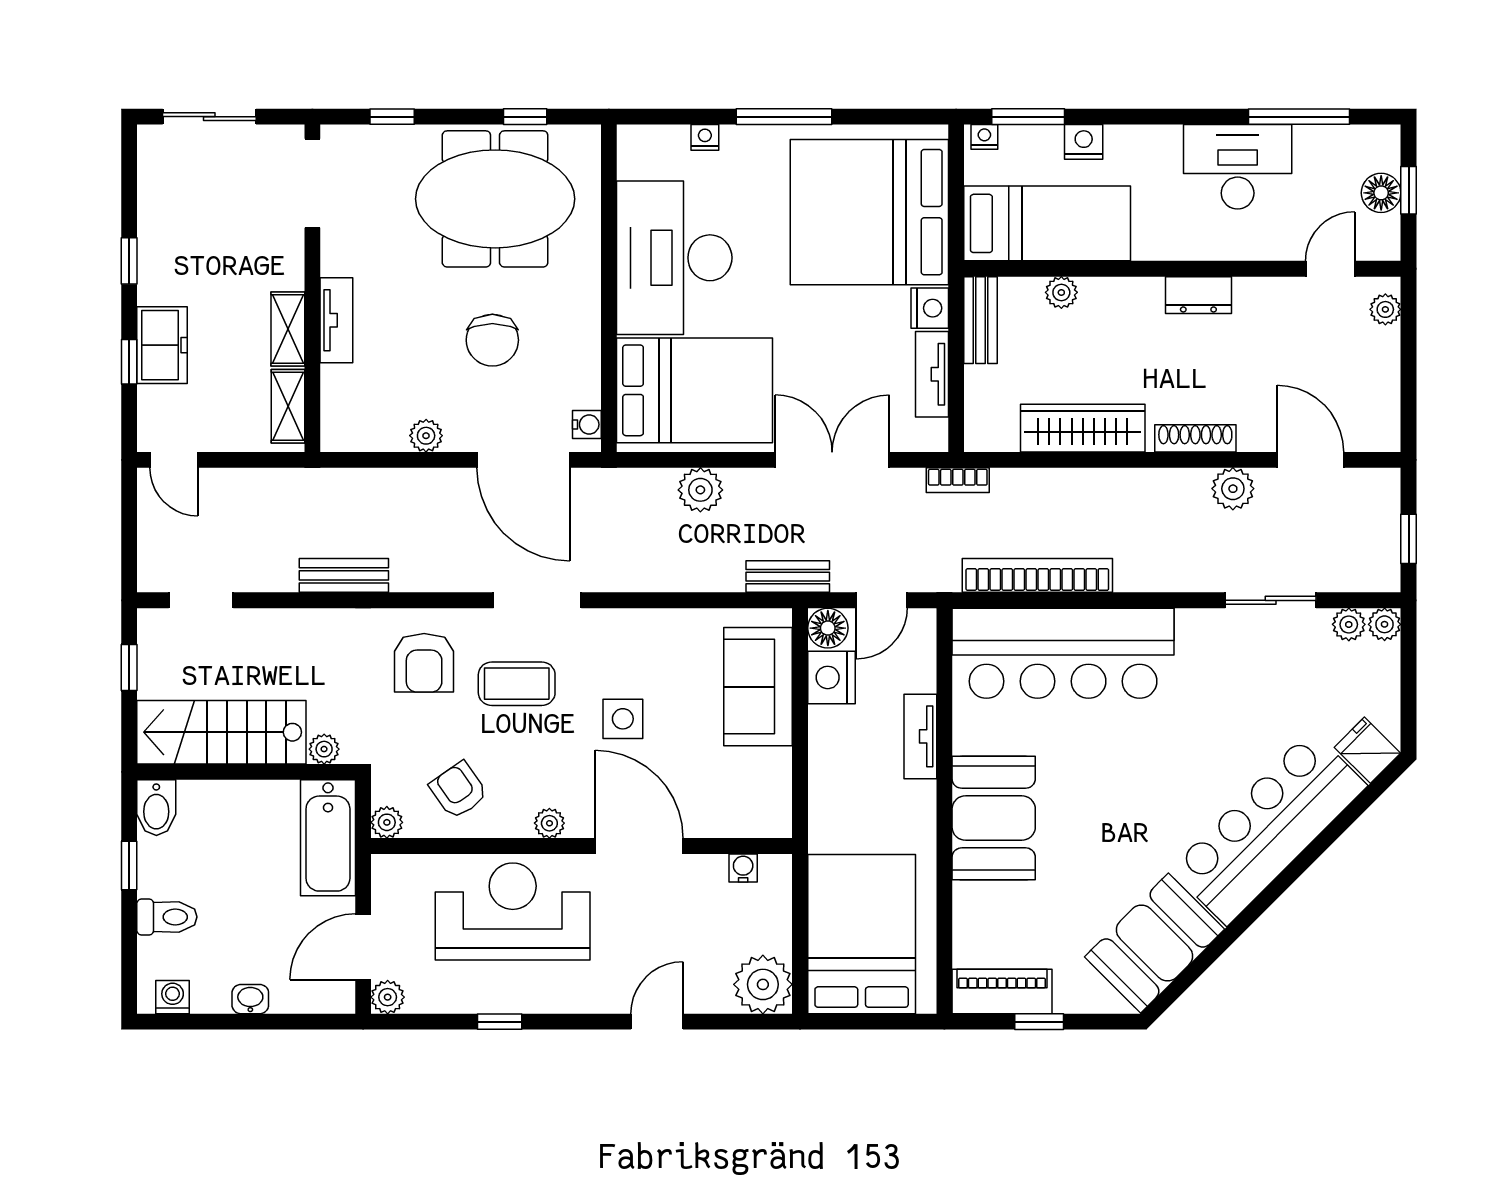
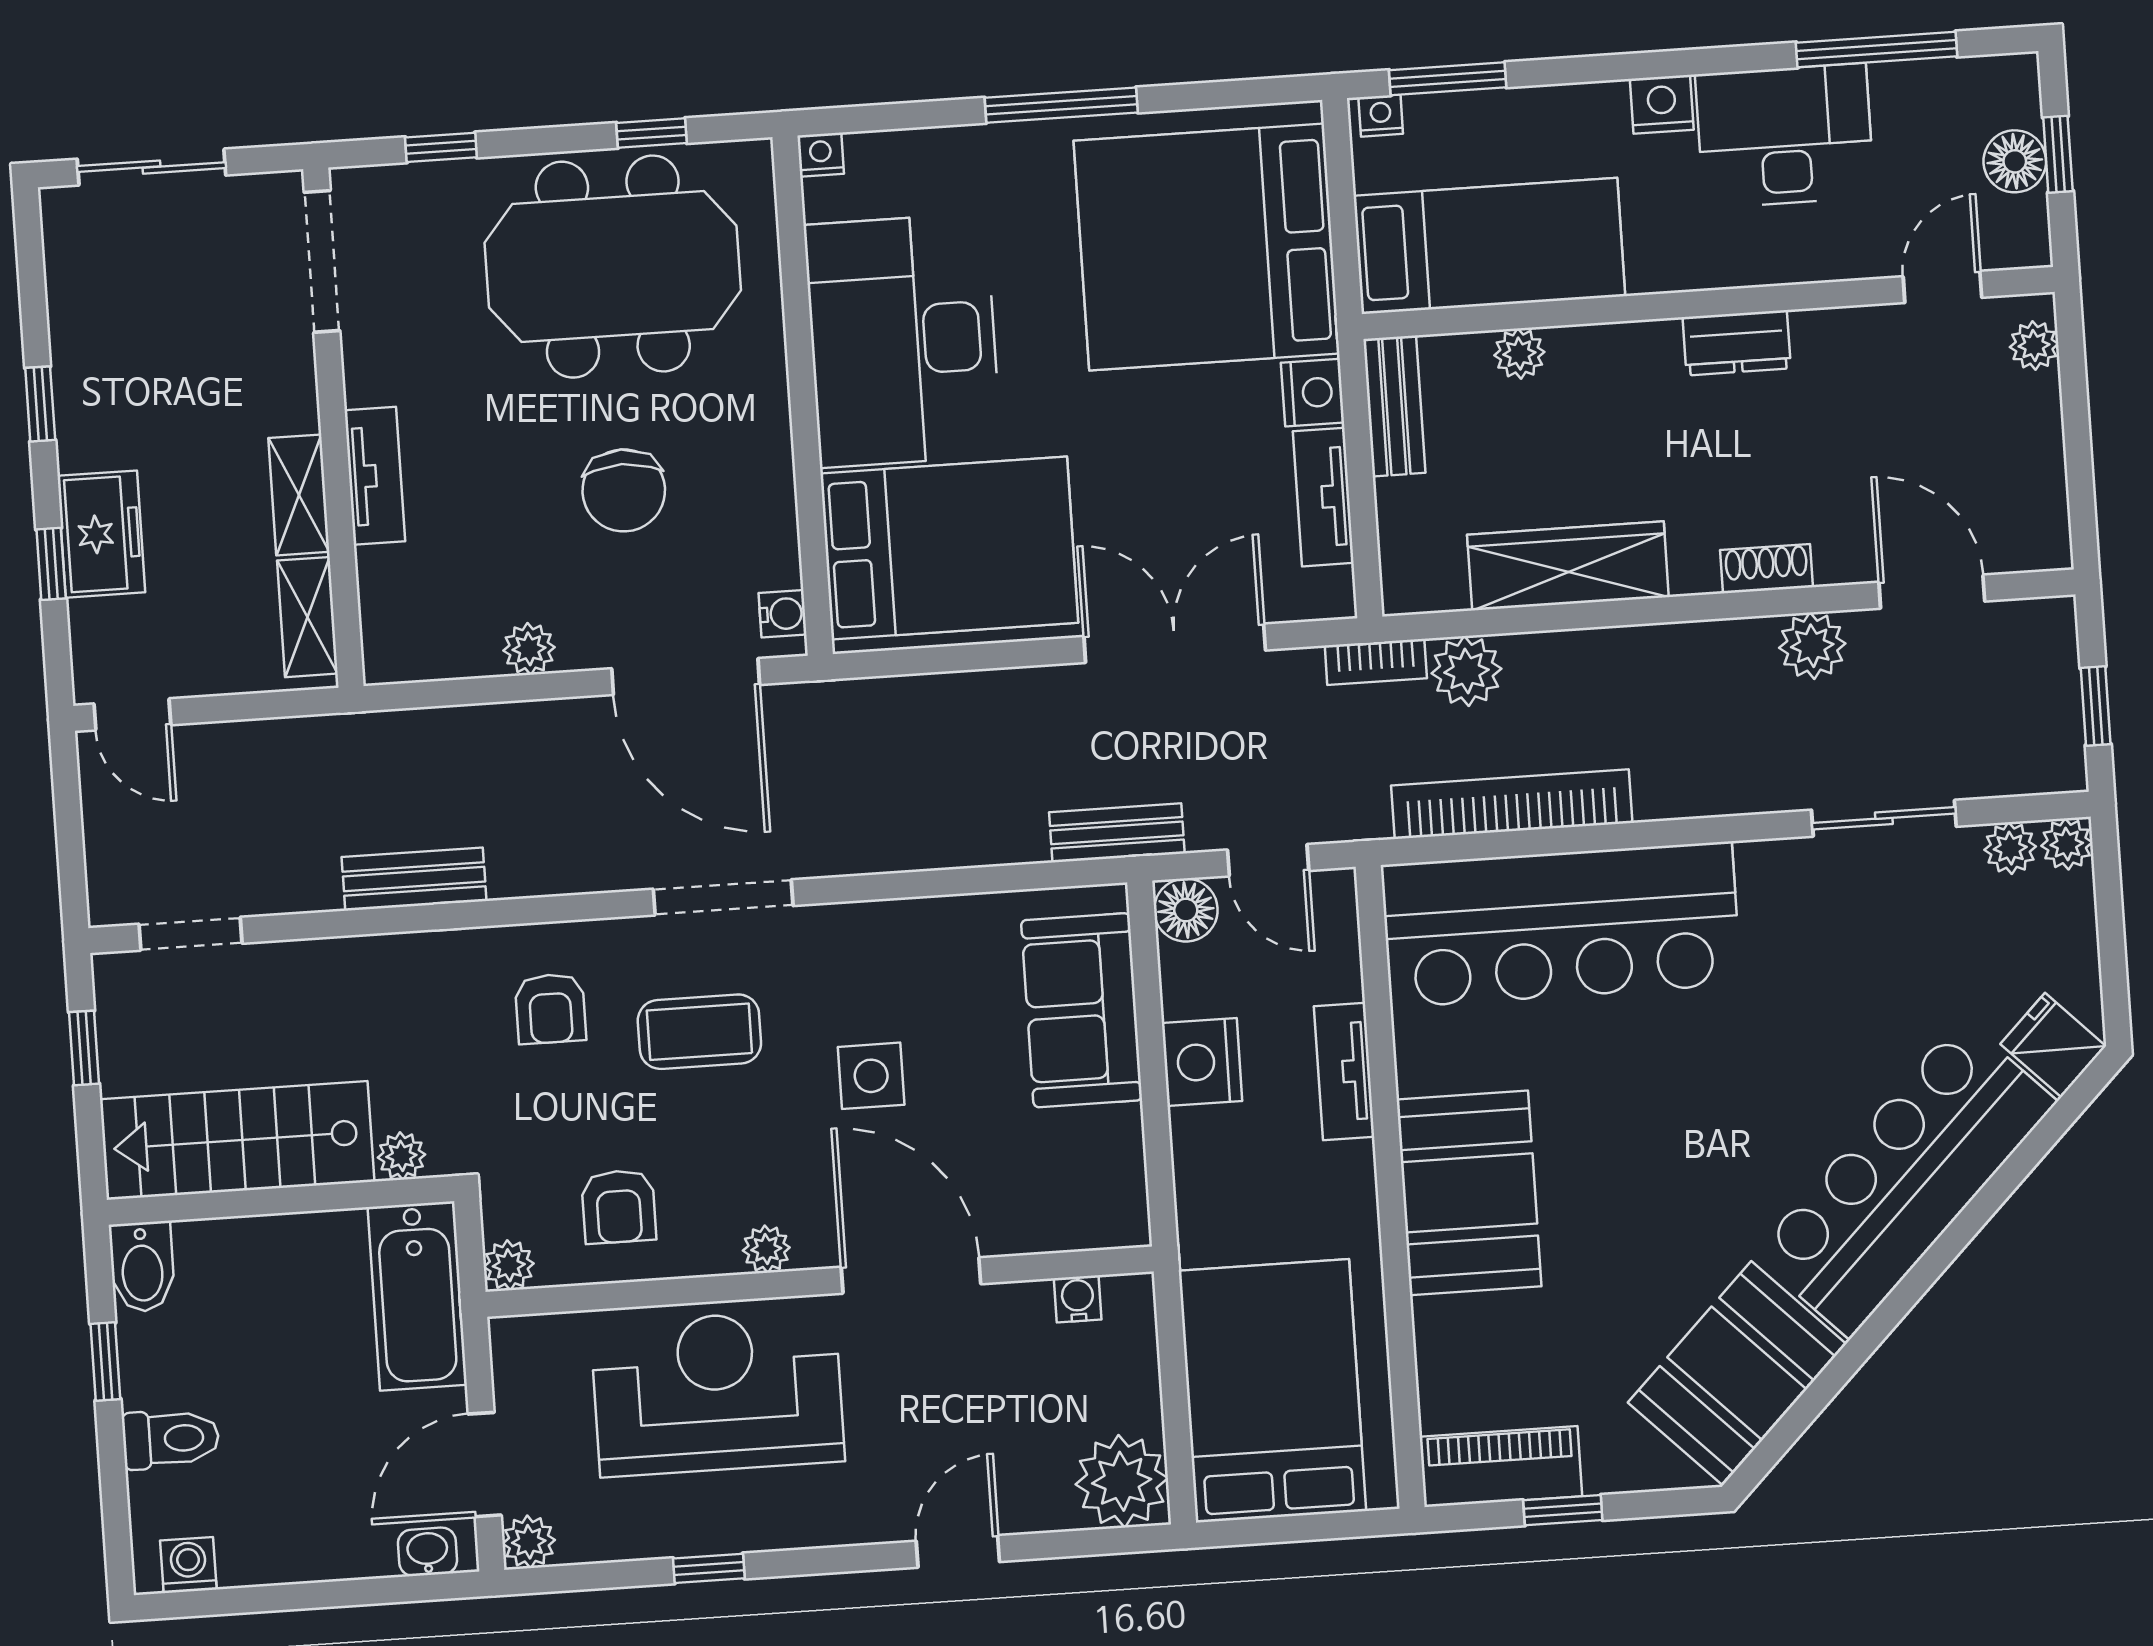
nightstand: (705, 137) -> (821, 155), moved
nightstand: (1084, 142) -> (1662, 104), moved
shoe rack: (1195, 438) -> (1766, 569), width x0.70
plant: (700, 490) -> (1466, 671), moved
door: (882, 600) -> (1268, 860), hinge flipped
armchair: (424, 663) -> (550, 1009), width x0.72, depth x0.72
nightstand: (831, 677) -> (1202, 1062), moved
armchair: (458, 790) -> (619, 1207), turned -145
washbasin: (250, 999) -> (427, 1552), moved

